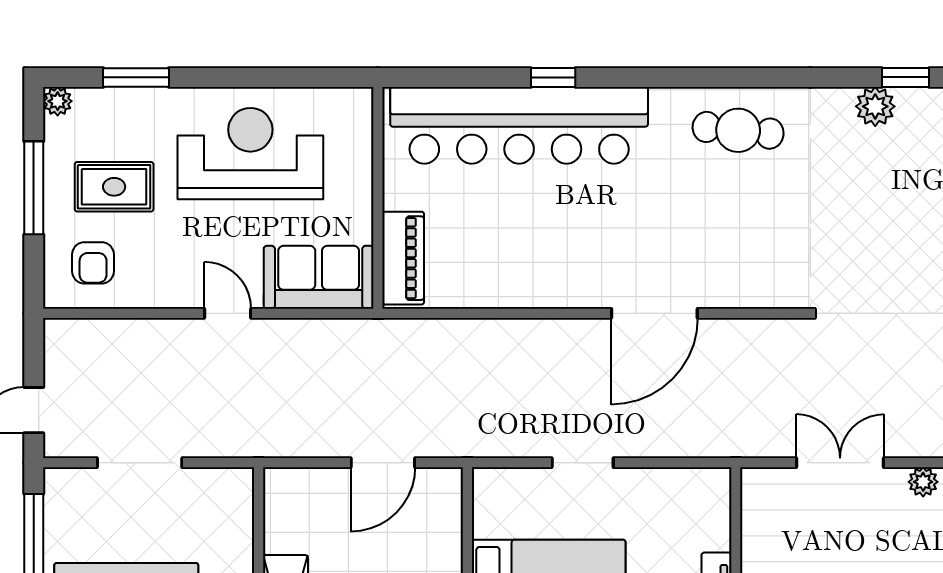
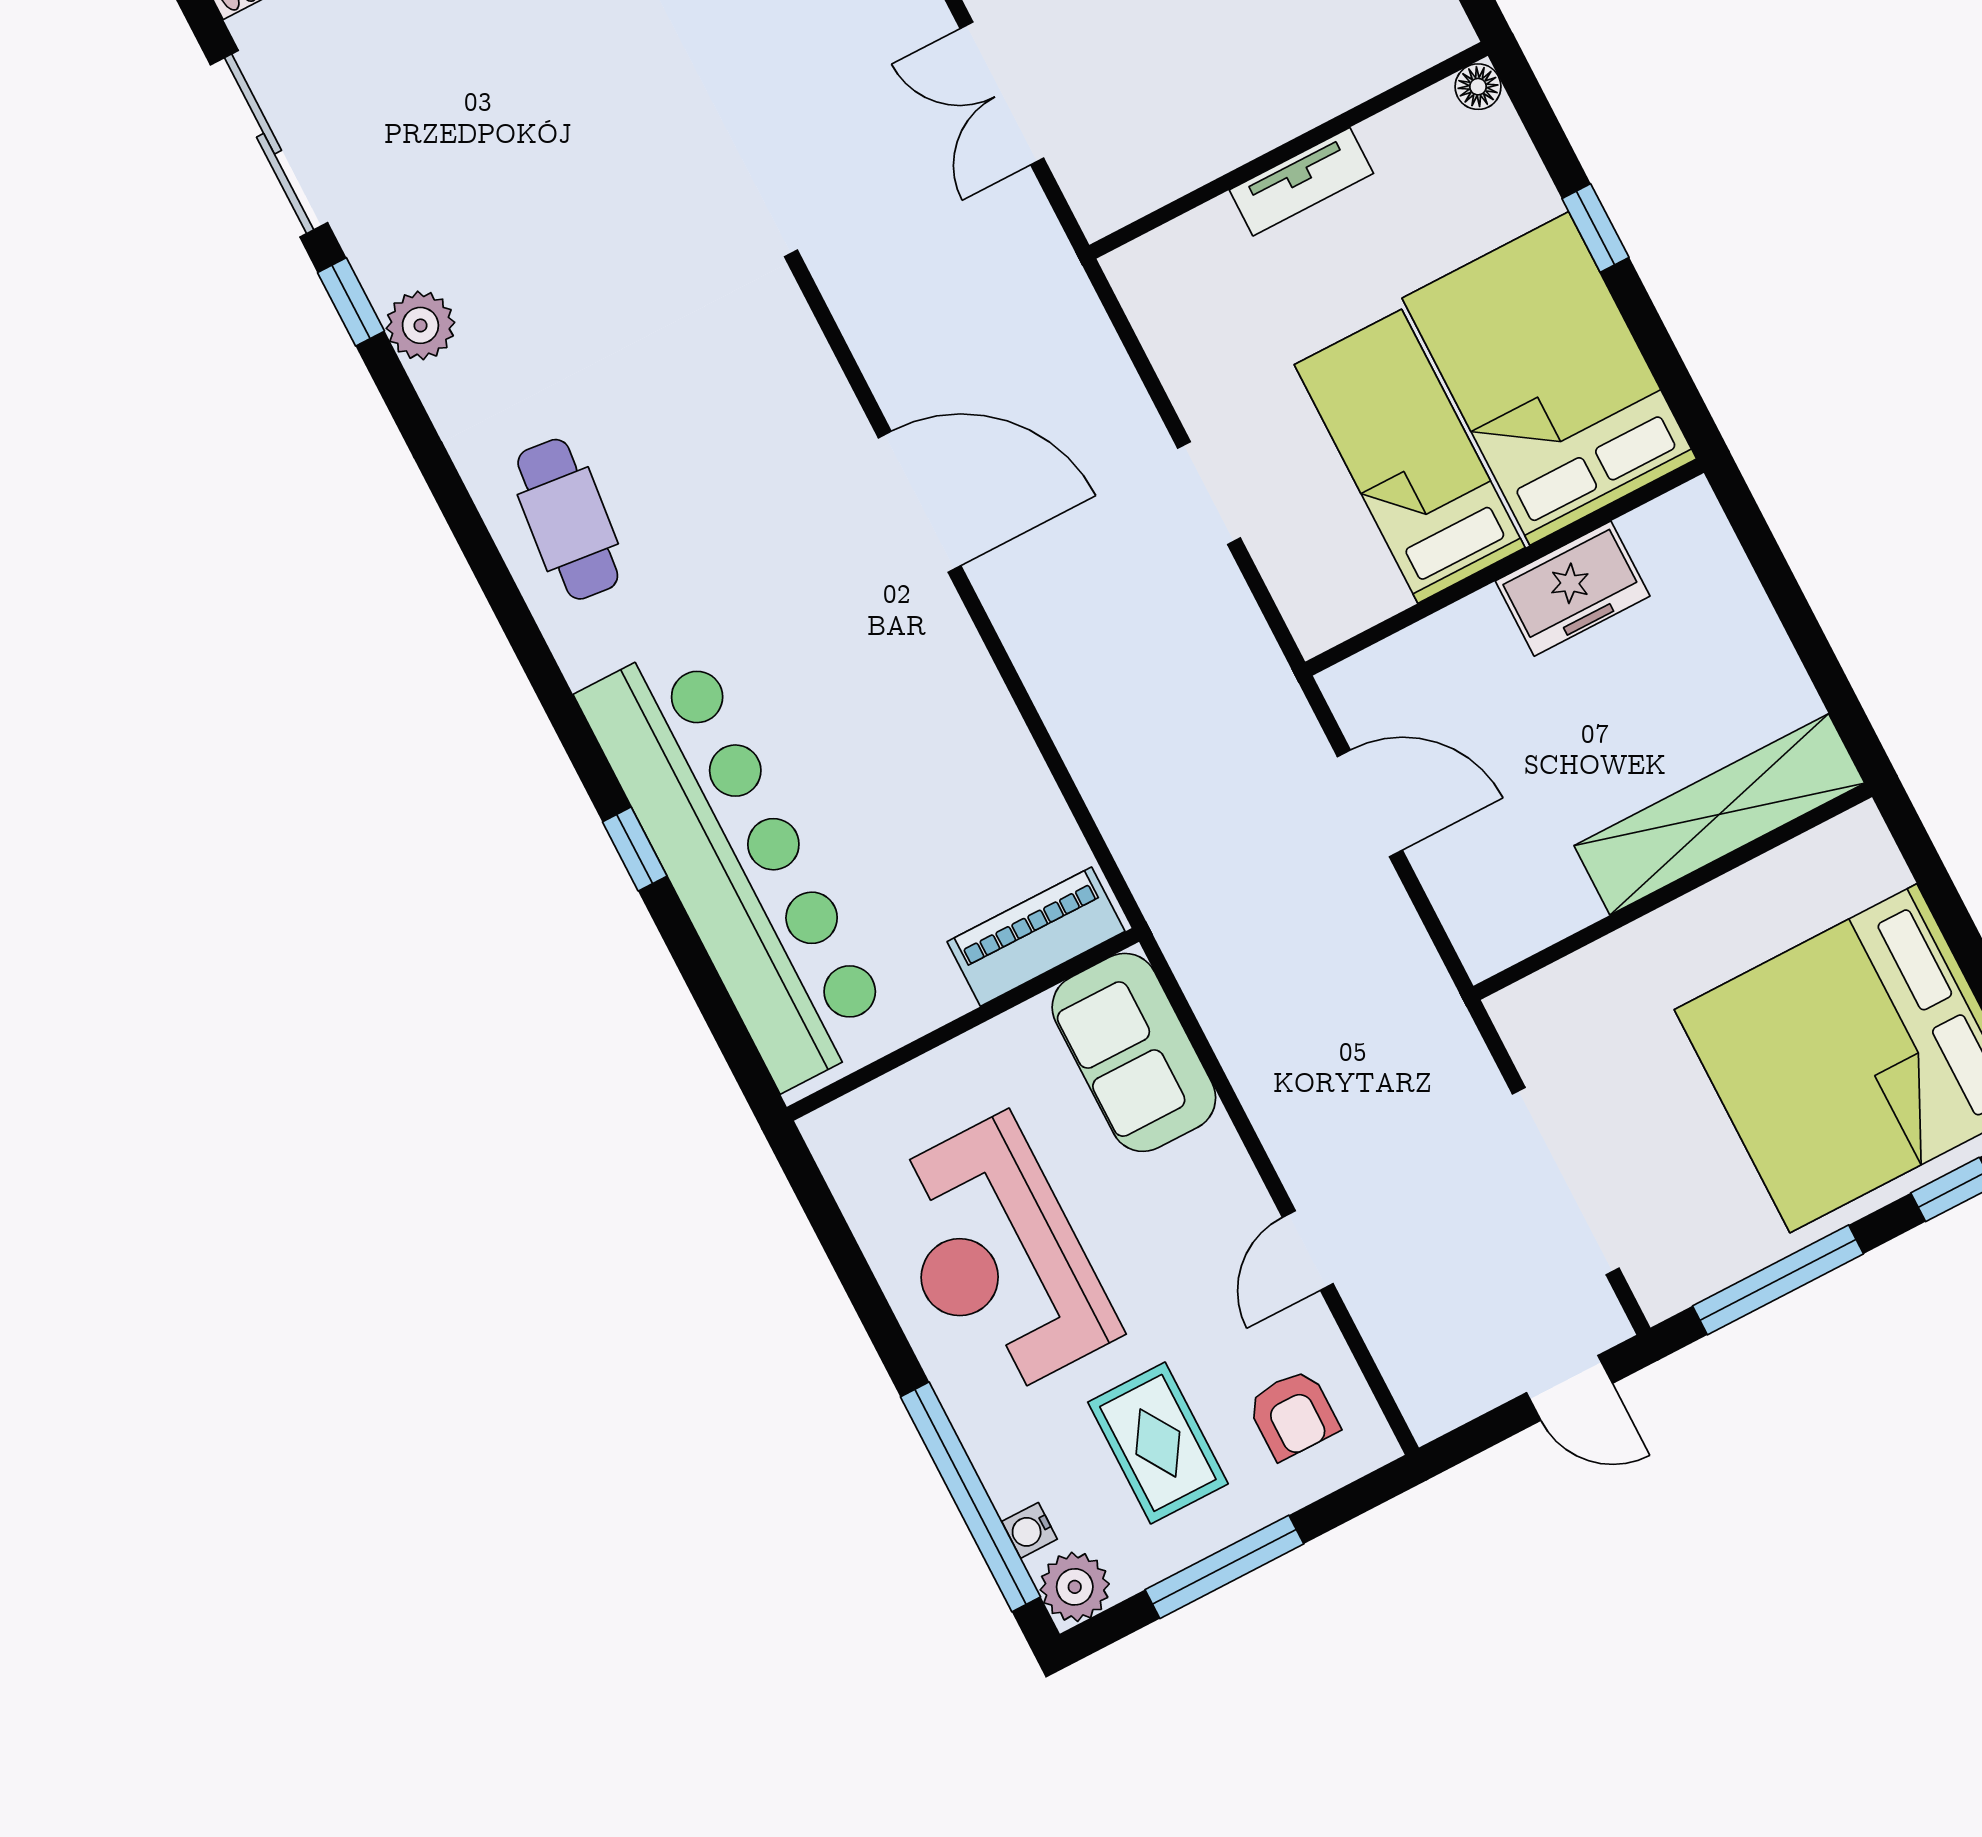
window: (136, 77) -> (970, 1497), width x2.11
water cooler: (104, 99) -> (1030, 1530), added
plant: (58, 101) -> (1075, 1587), width x1.38, depth x1.38
armchair: (93, 263) -> (1293, 1414), turned 90
door: (228, 313) -> (1308, 1251), moved
doorway: (140, 463) -> (1566, 1181), width x1.36

